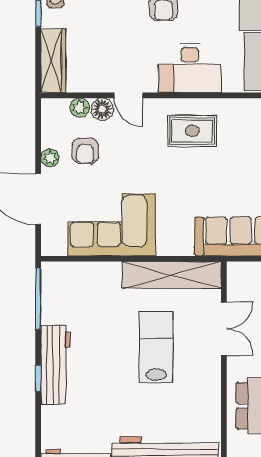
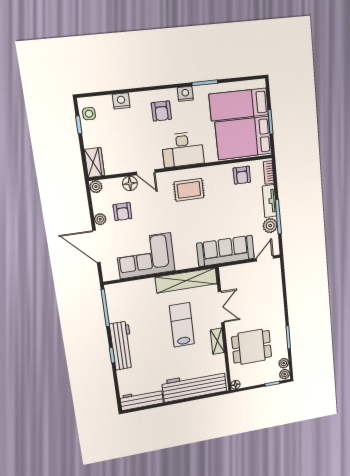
wardrobe: (53, 61) -> (94, 163), width x0.67
plant: (80, 107) -> (96, 187), moved
shelving: (212, 385) -> (217, 341), added

